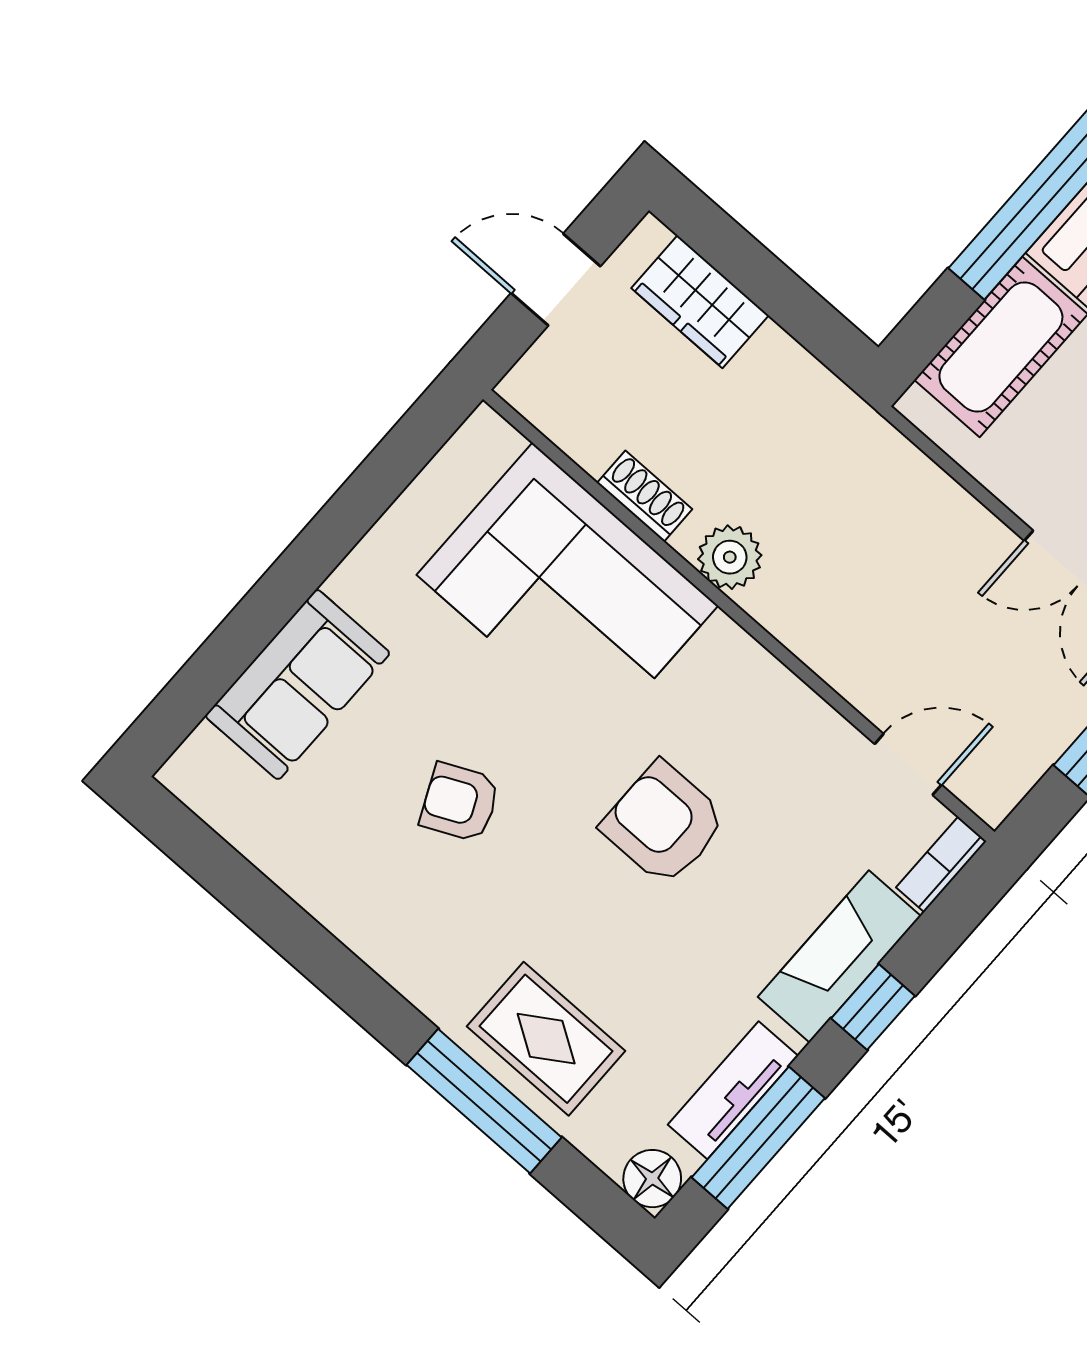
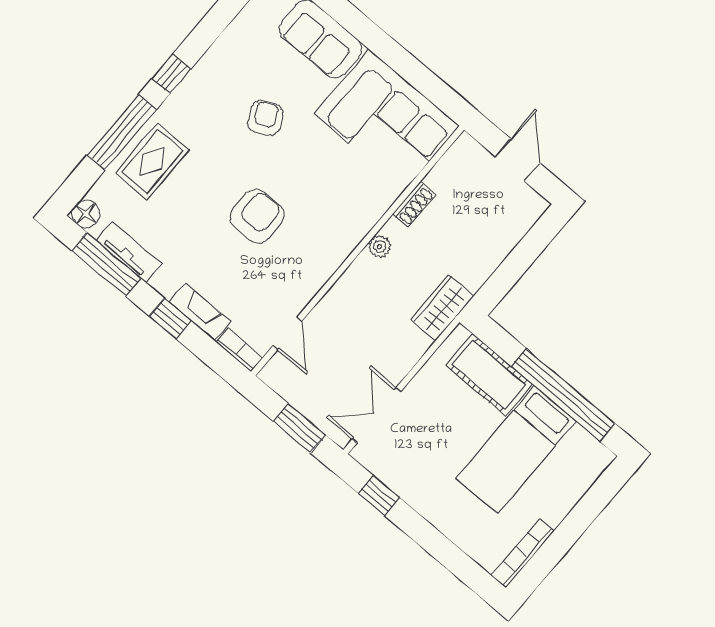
wardrobe: (700, 302) -> (442, 307), moved
plant: (730, 557) -> (380, 246), width x0.73, depth x0.73
corner sofa: (567, 590) -> (387, 120), moved, turned -90
fireplace: (839, 956) -> (200, 312), width x0.73, depth x0.76
window: (364, 996) -> (171, 74), added

